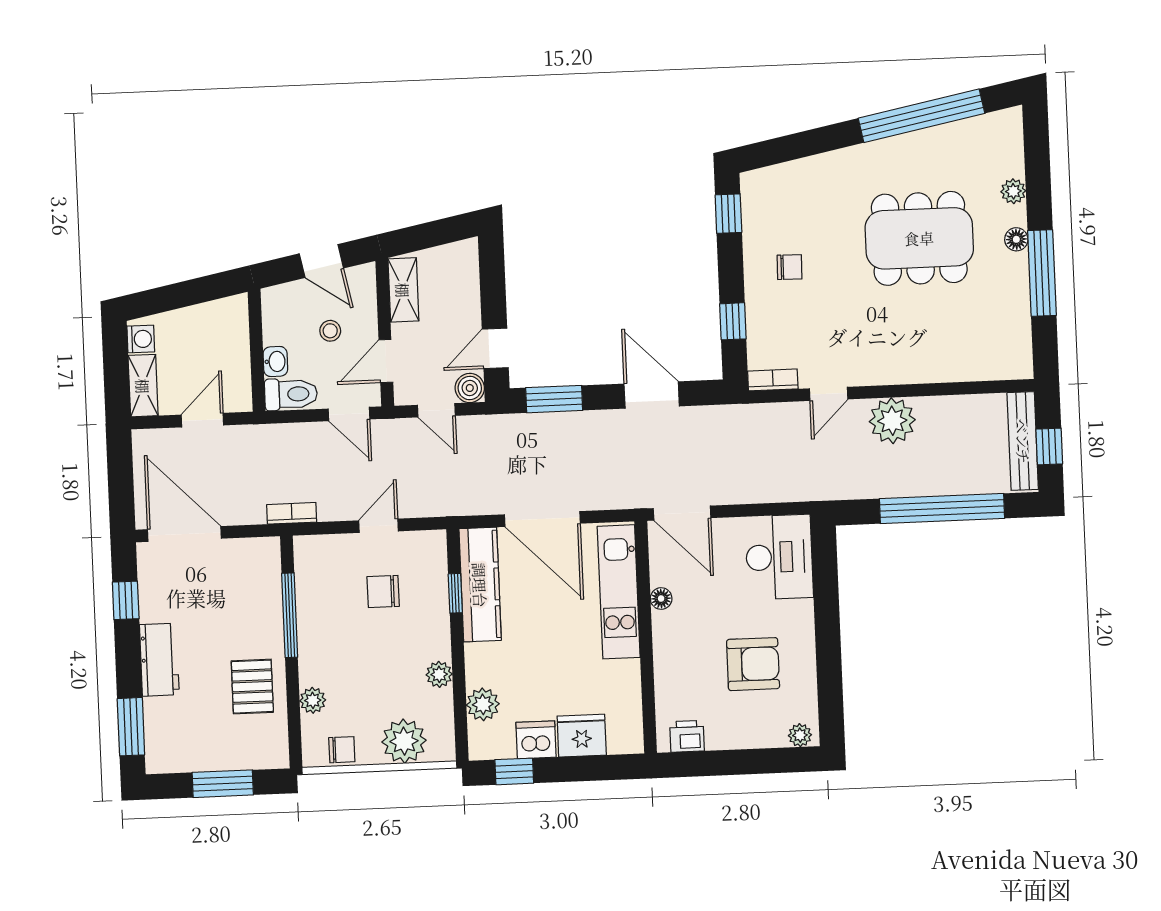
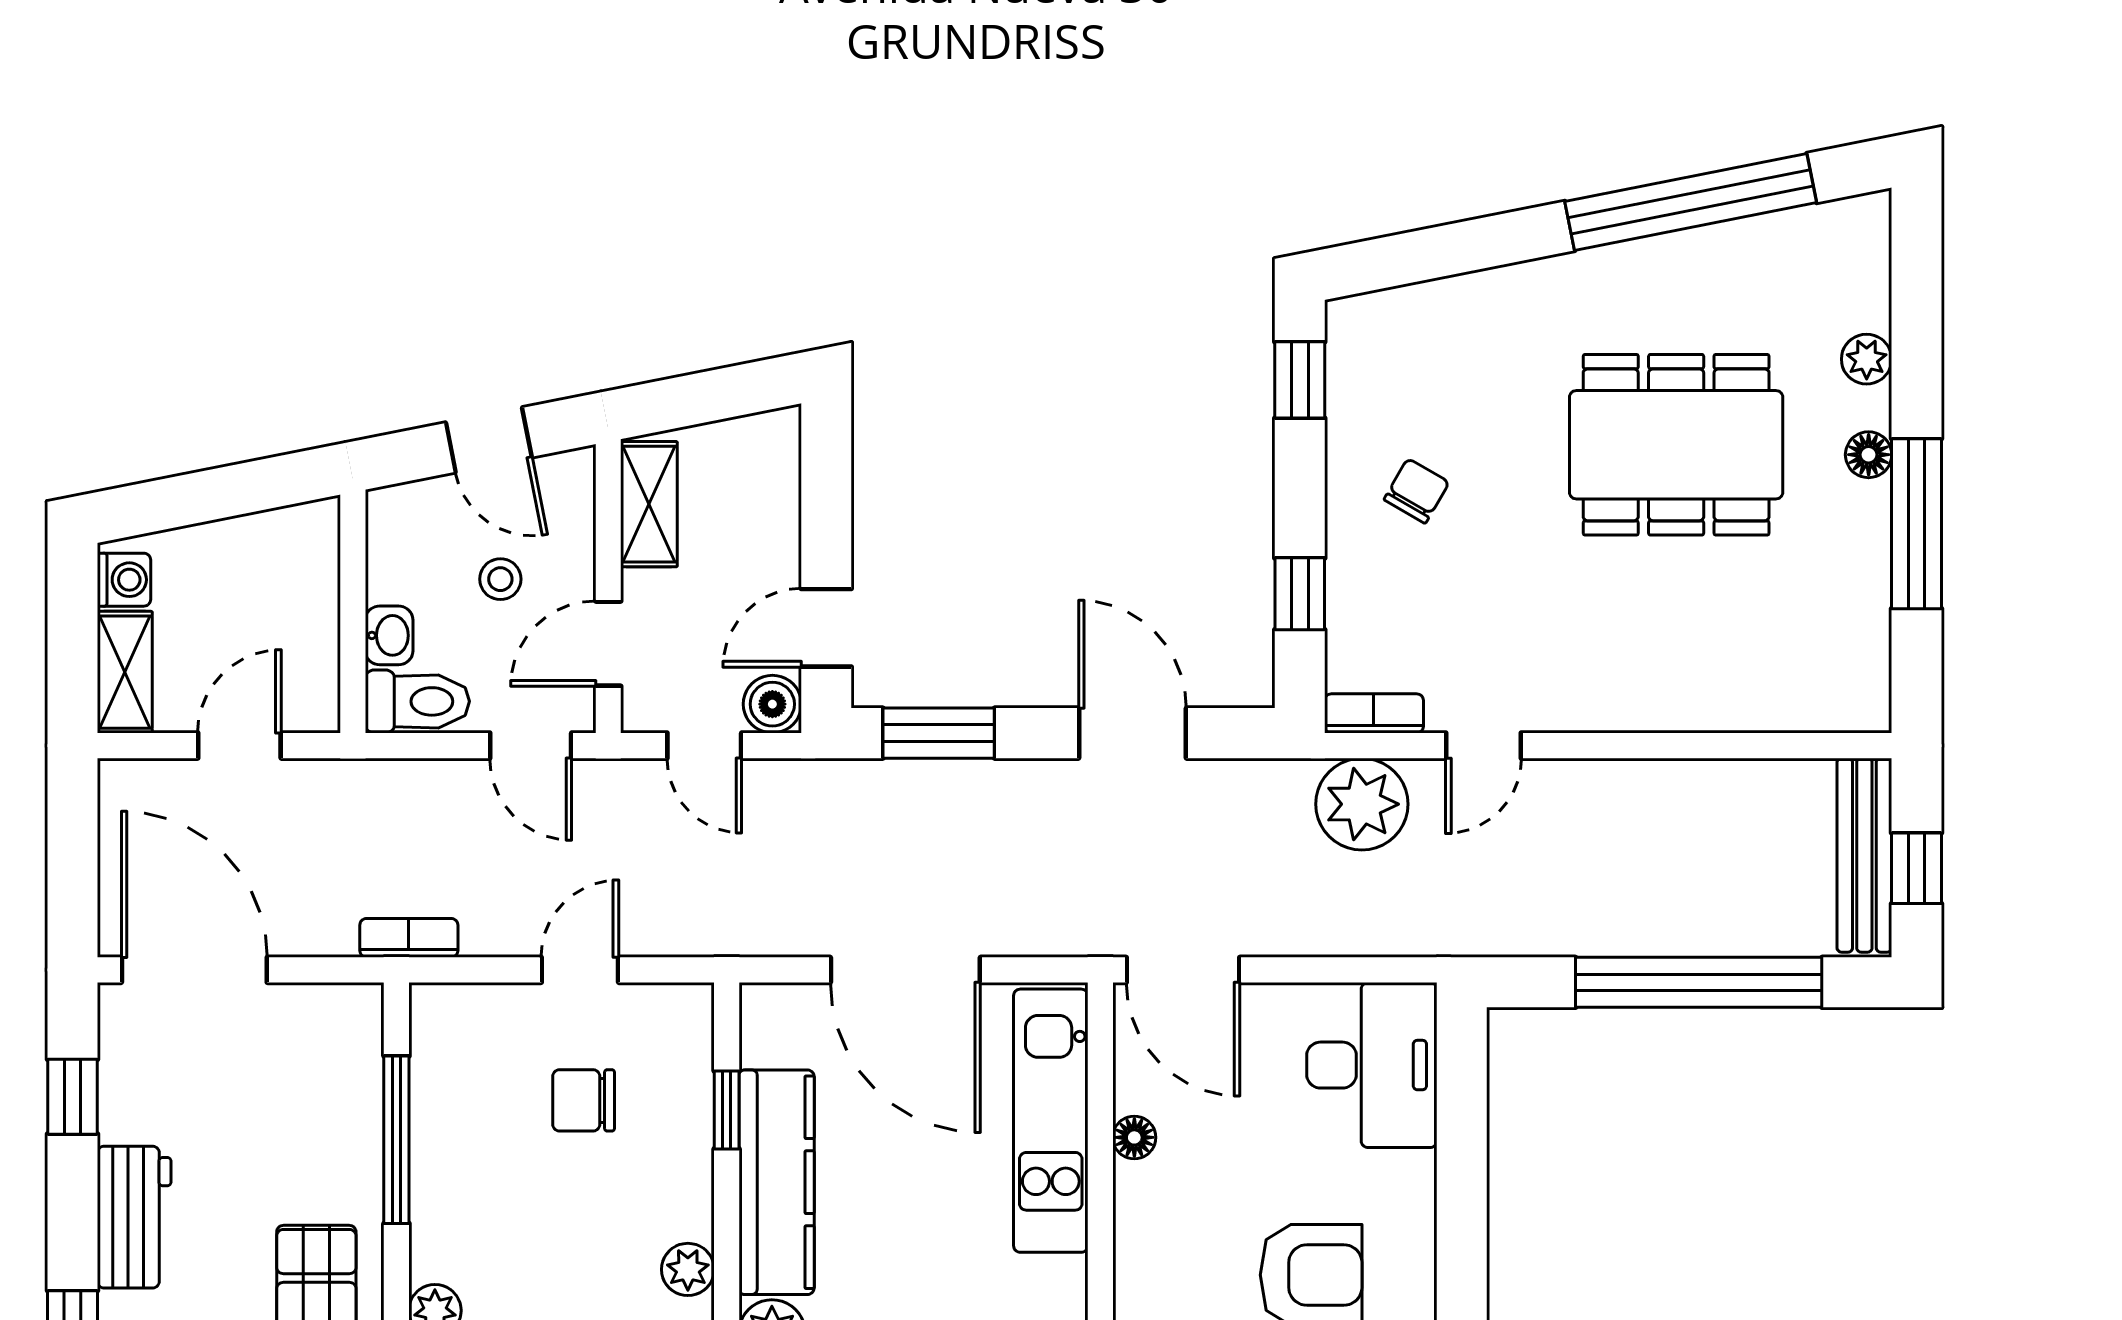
chair: (790, 267) -> (1416, 491), turned -61
plant: (892, 421) -> (1362, 804), moved
kitchen counter: (480, 585) -> (777, 1182), moved

